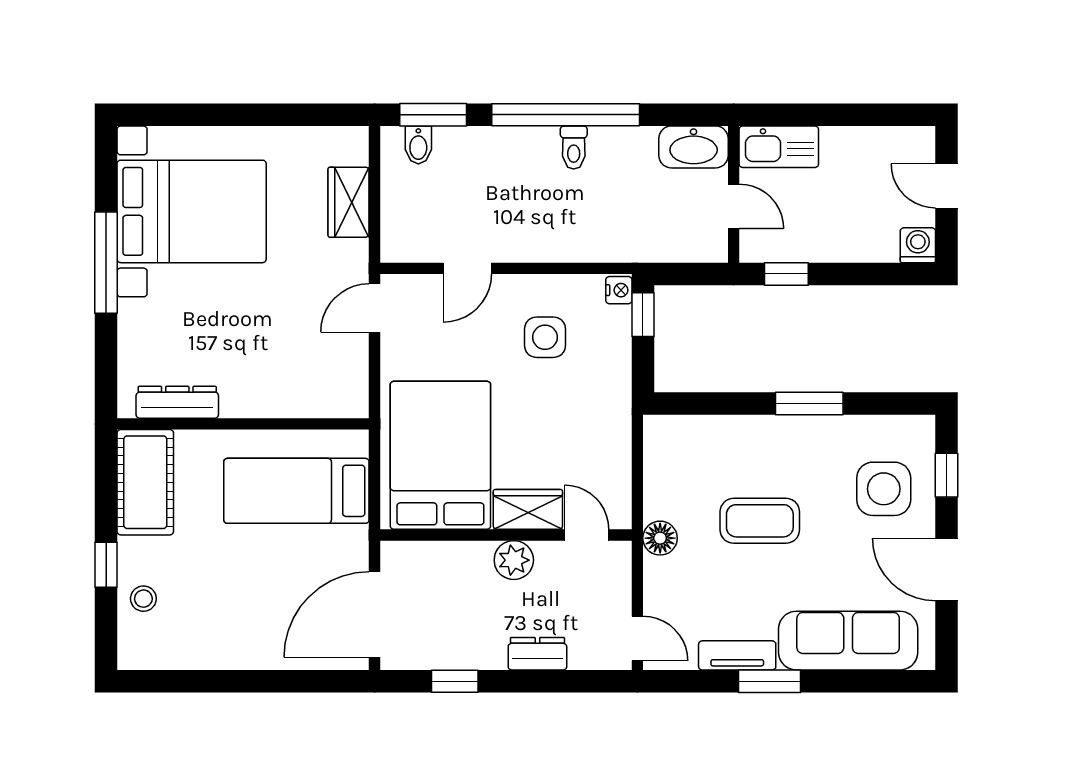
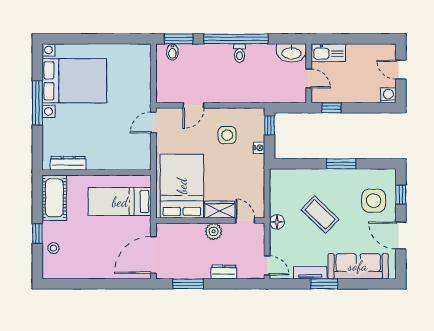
wardrobe: (349, 202) -> (142, 77), removed
nightstand: (619, 290) -> (259, 148), moved
coffee table: (760, 521) -> (320, 214), turned 44
window: (455, 681) -> (188, 284), width x1.50

